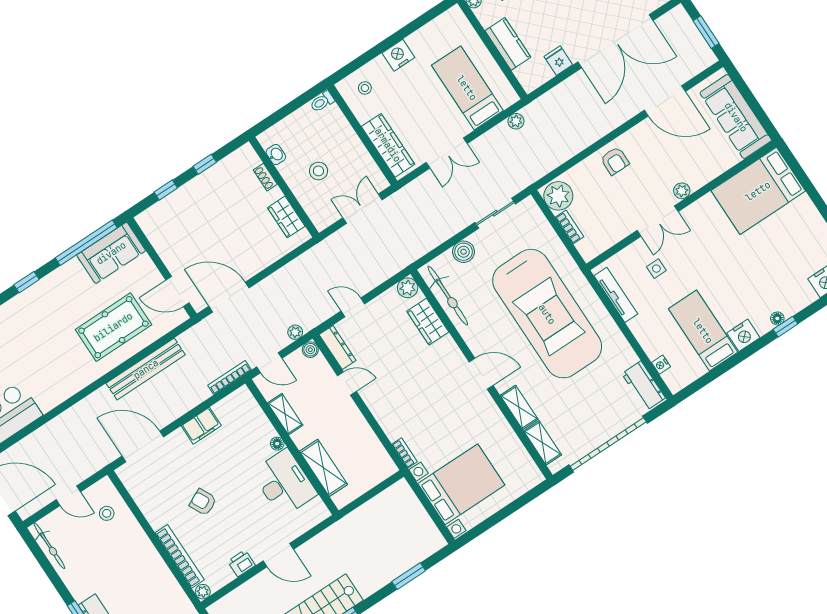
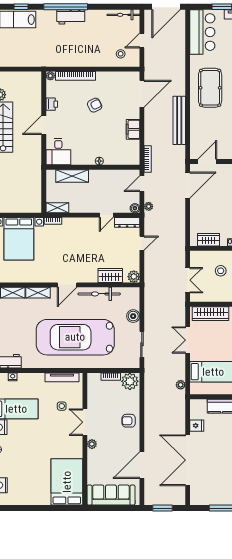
bicycle: (448, 296) -> (99, 294), moved
pool table: (113, 327) -> (210, 88), moved
shelving: (285, 414) -> (57, 208), moved
desk: (284, 483) -> (58, 152), moved, width x0.73

